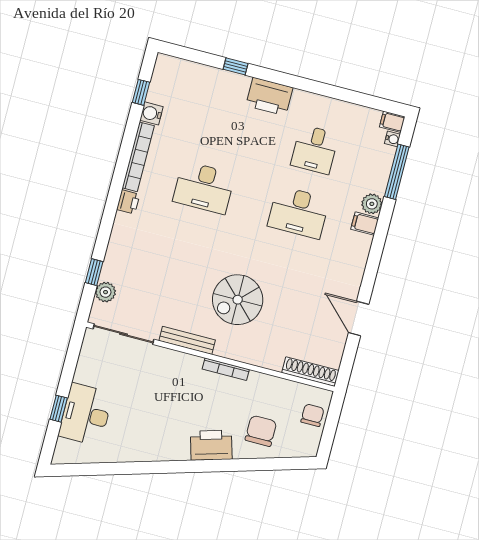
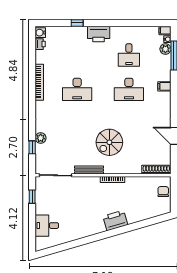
window: (141, 92) -> (32, 49), removed
water cooler: (151, 113) -> (40, 33), moved
printer: (128, 202) -> (40, 44), moved
plant: (372, 204) -> (165, 49), moved
plant: (105, 292) -> (41, 138), moved
window: (59, 409) -> (32, 197), moved
desk: (86, 414) -> (47, 226), width x0.73
chair: (261, 431) -> (139, 207), removed

